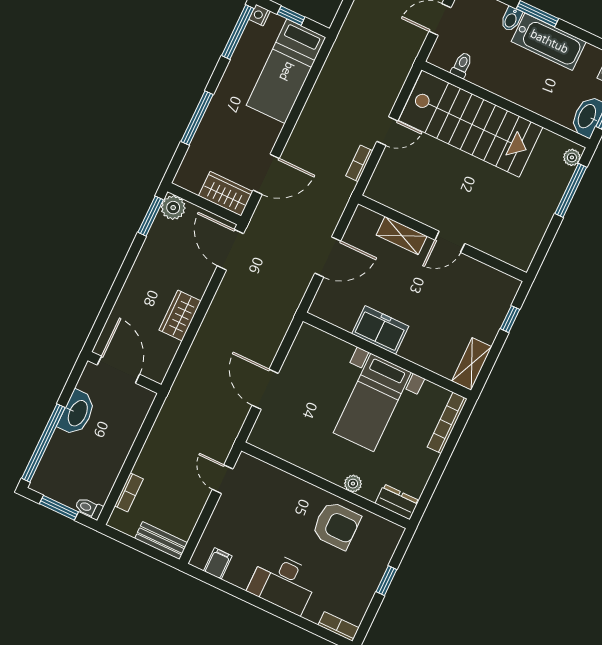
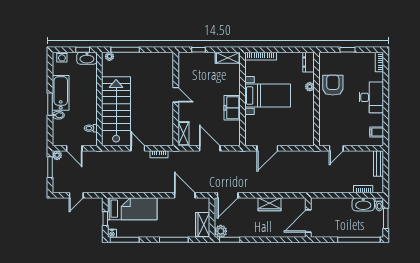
wardrobe: (226, 194) -> (203, 224), moved
shelving: (402, 236) -> (183, 134), moved
door: (265, 389) -> (267, 148), moved
washbasin: (77, 413) -> (363, 204), moved, turned 180

